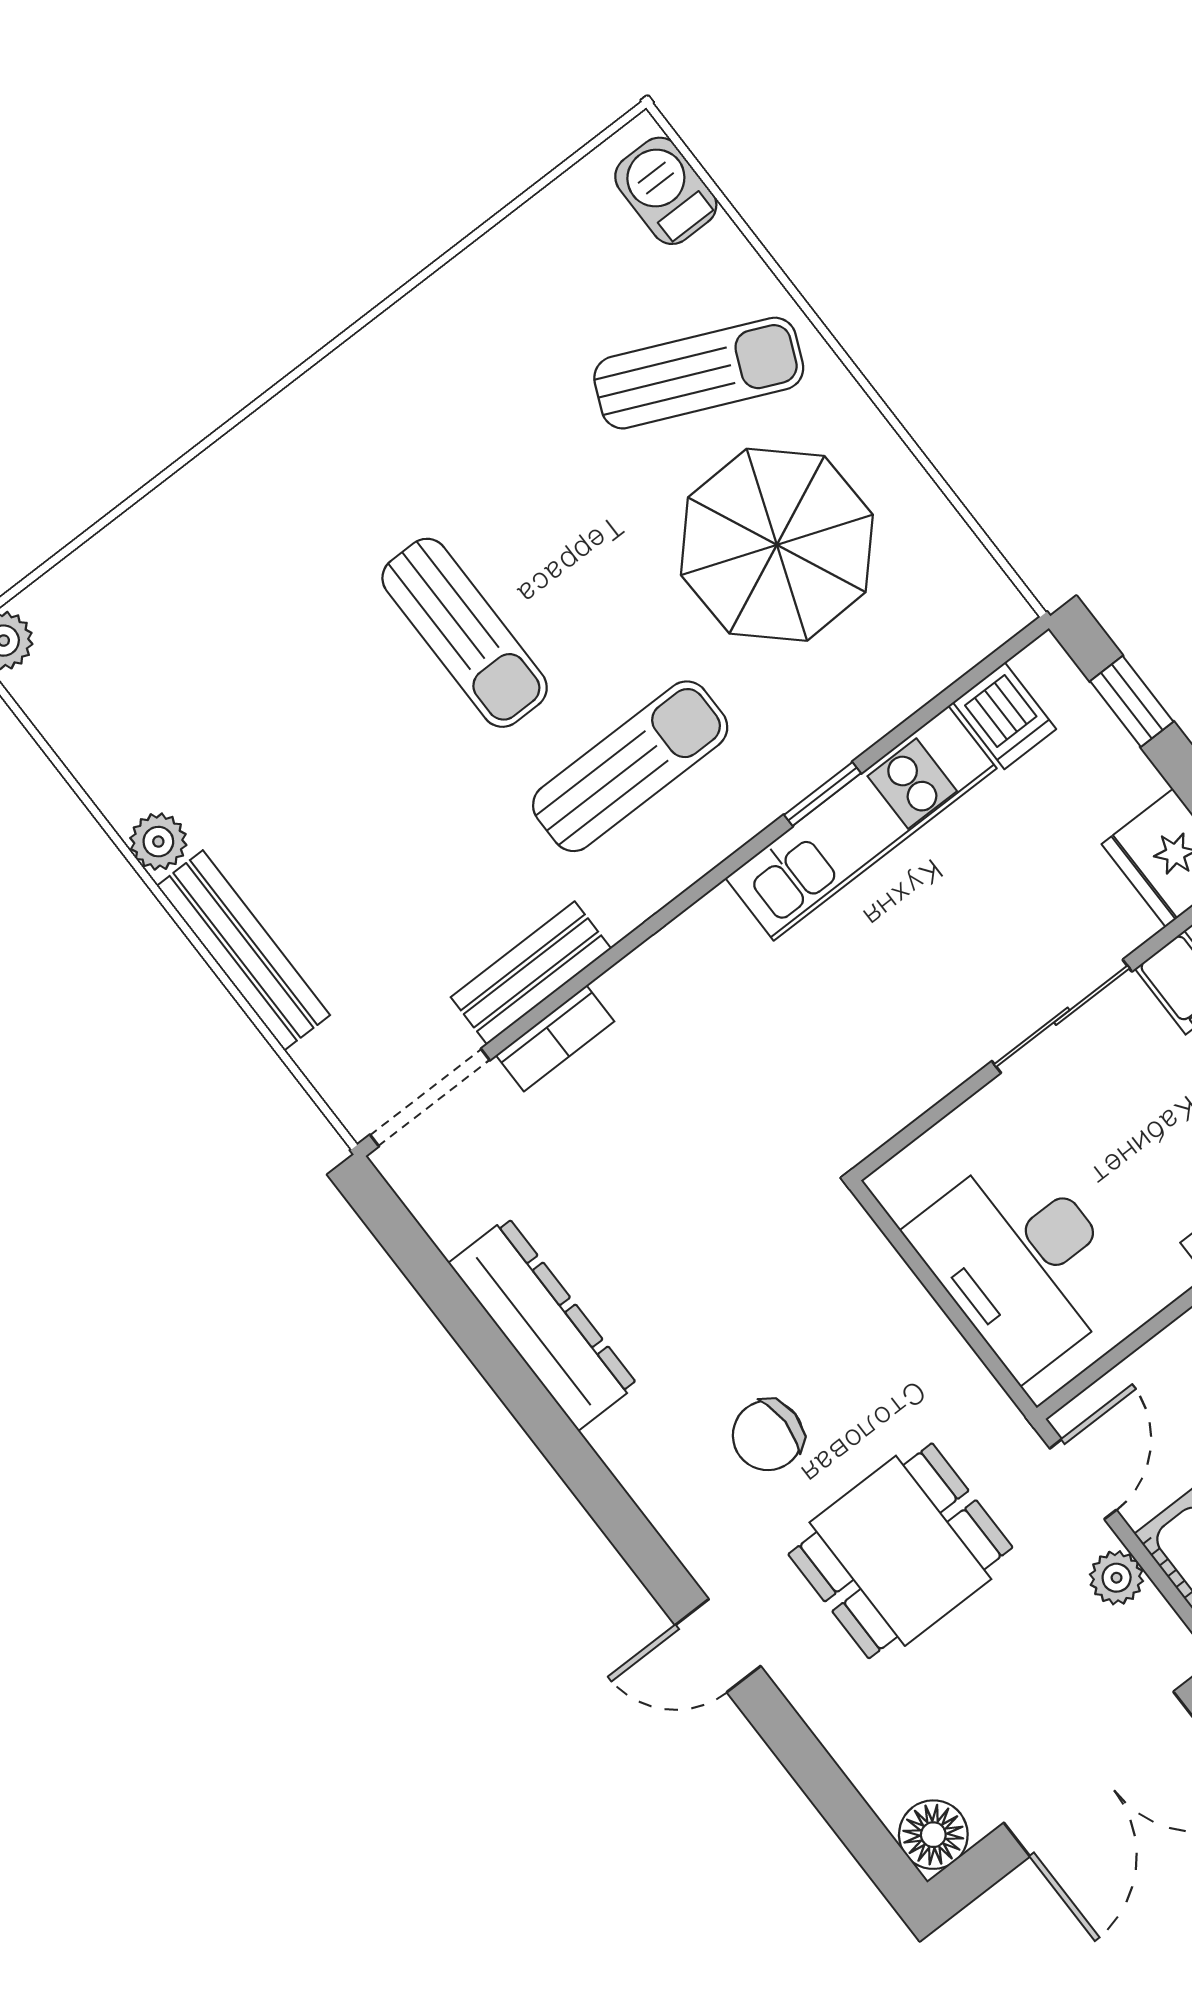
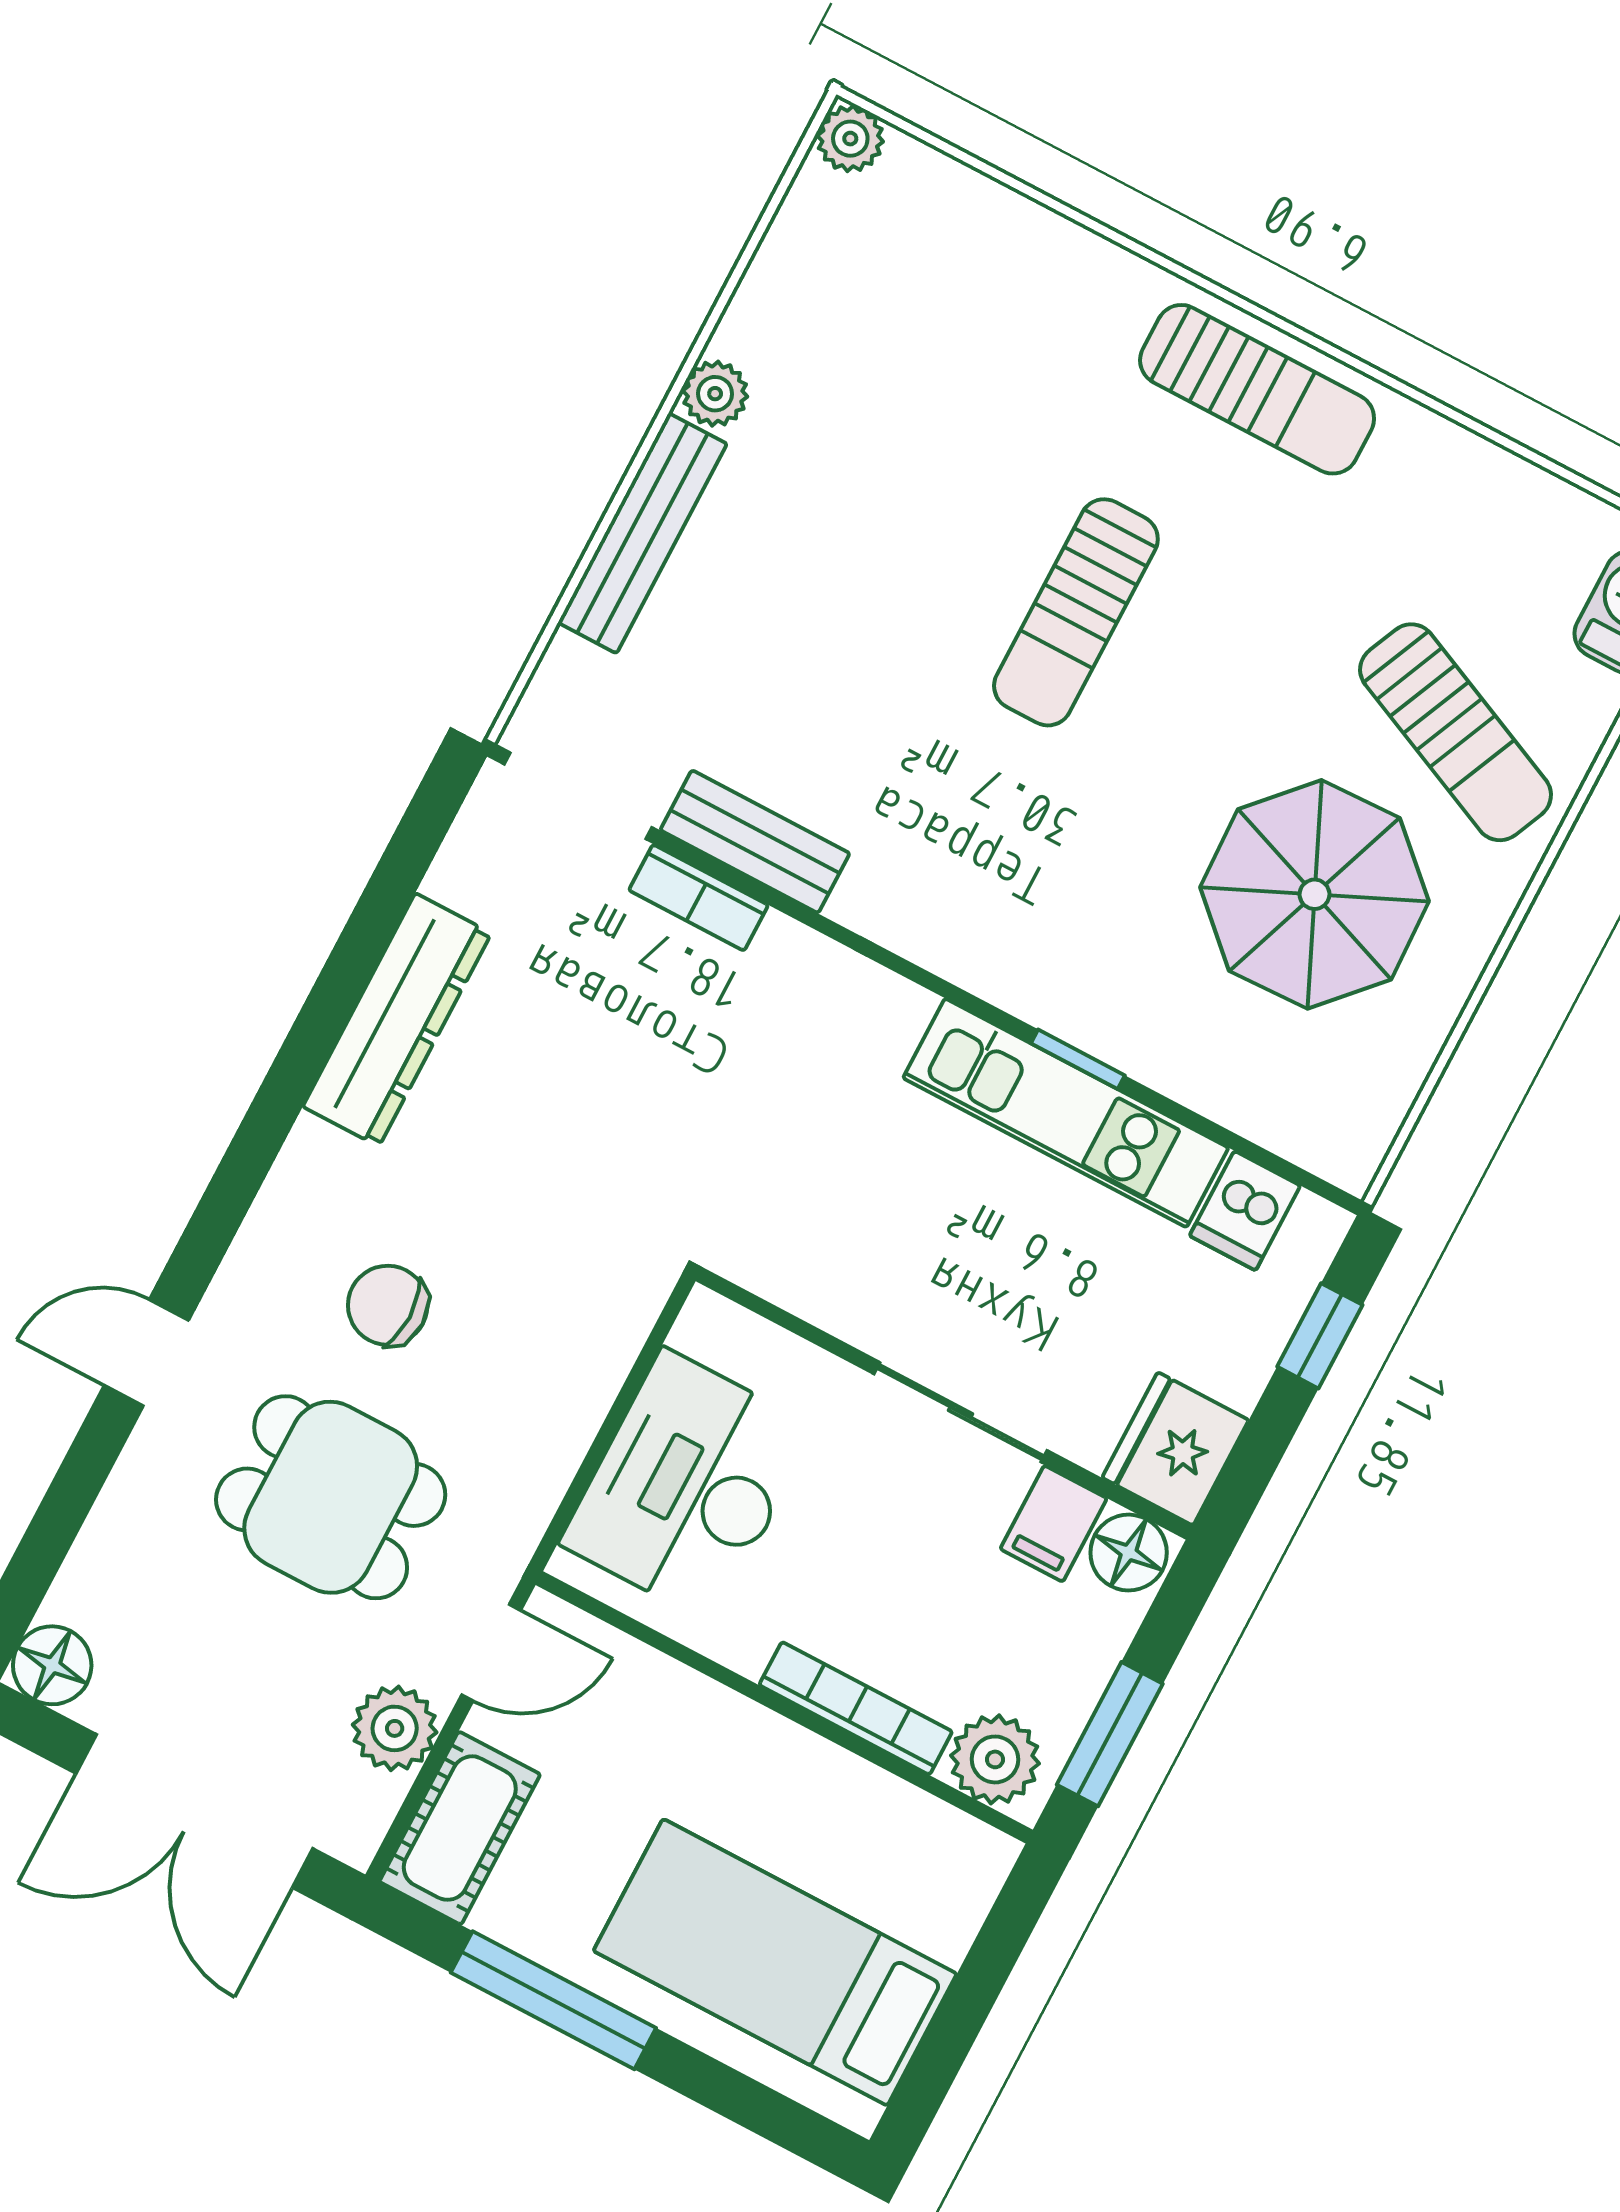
sun lounger: (630, 766) -> (1257, 389), moved
plant: (1117, 1578) -> (395, 1728), width x1.38, depth x1.38
door: (718, 1646) -> (146, 1353), hinge flipped

